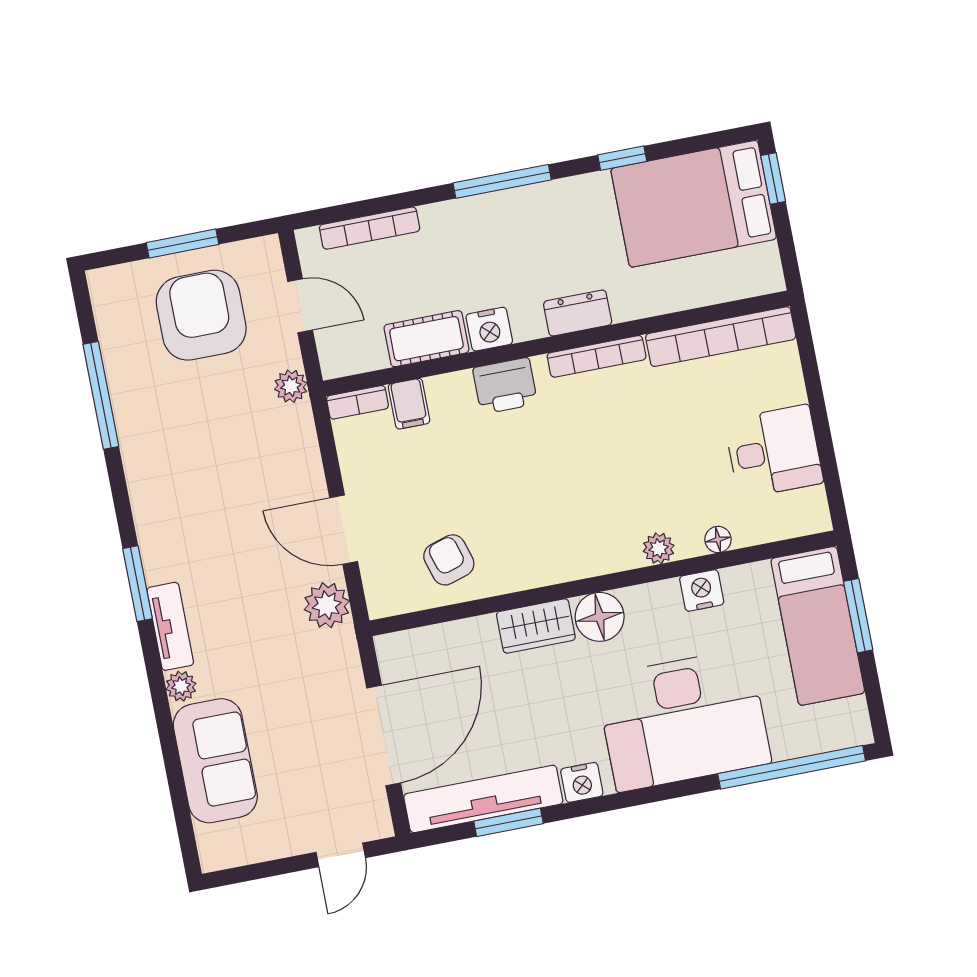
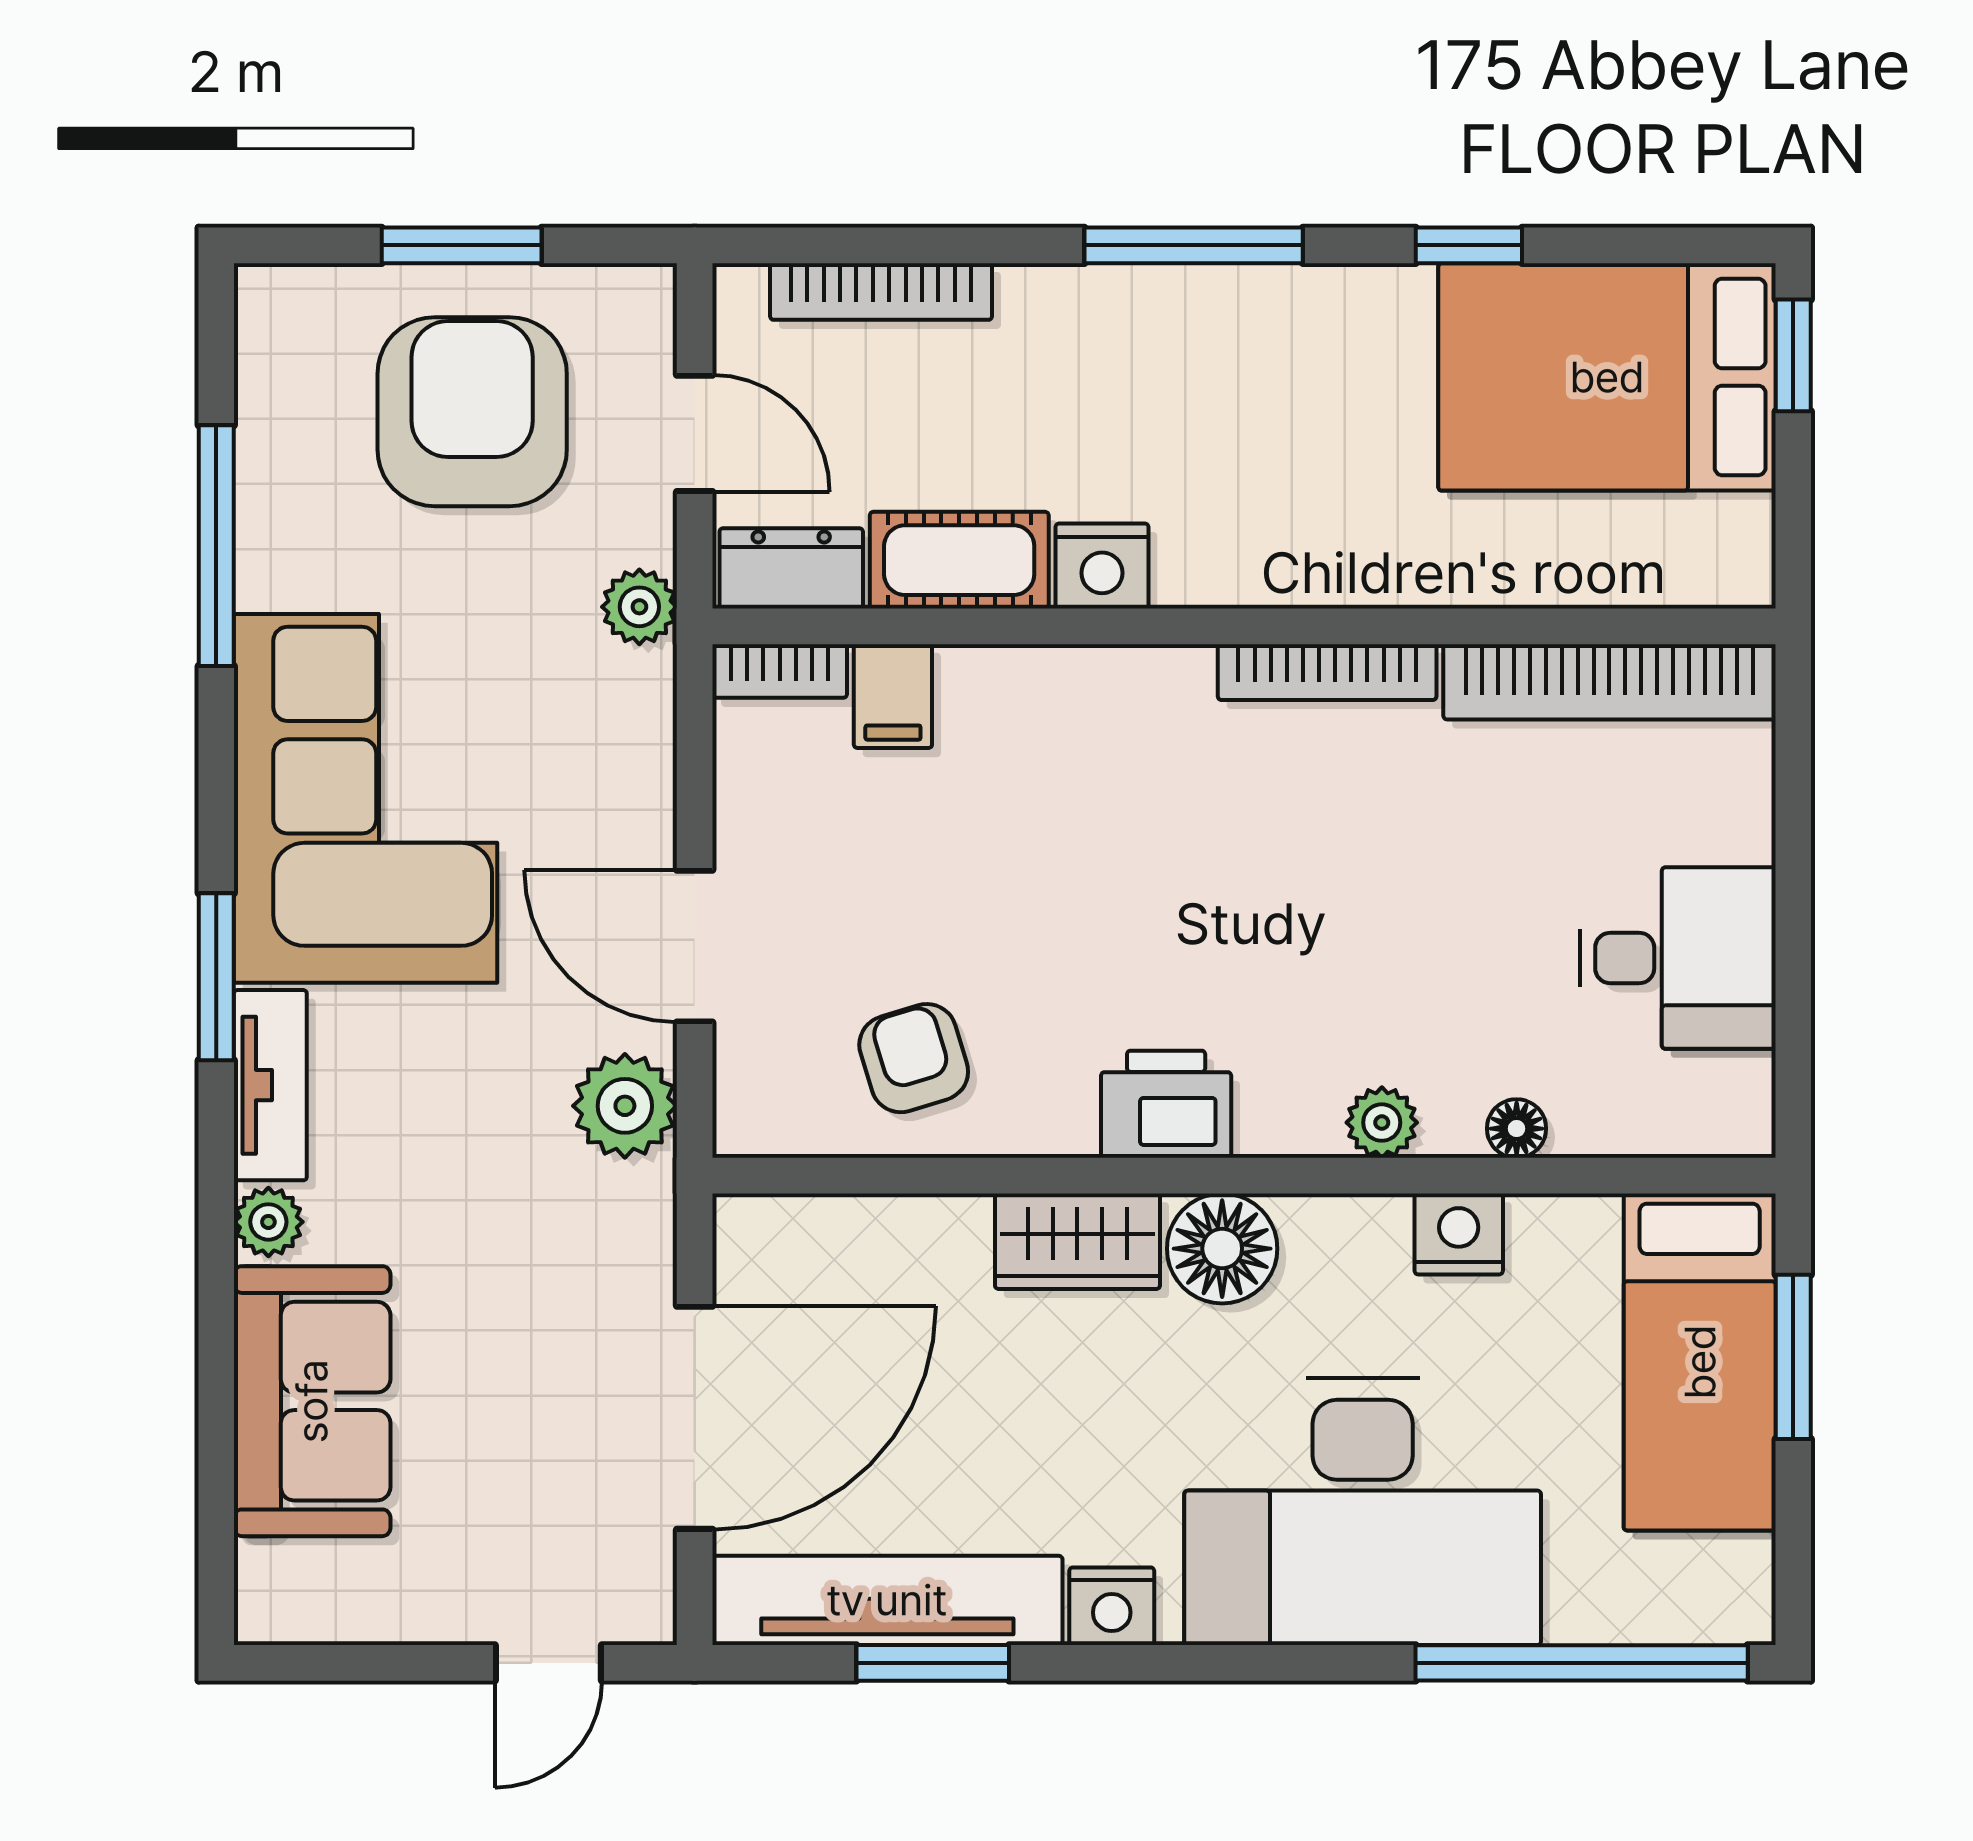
dresser: (578, 313) -> (791, 568), moved
printer: (505, 386) -> (1166, 1104), moved, turned 180
corner sofa: (187, 493) -> (366, 798), added

